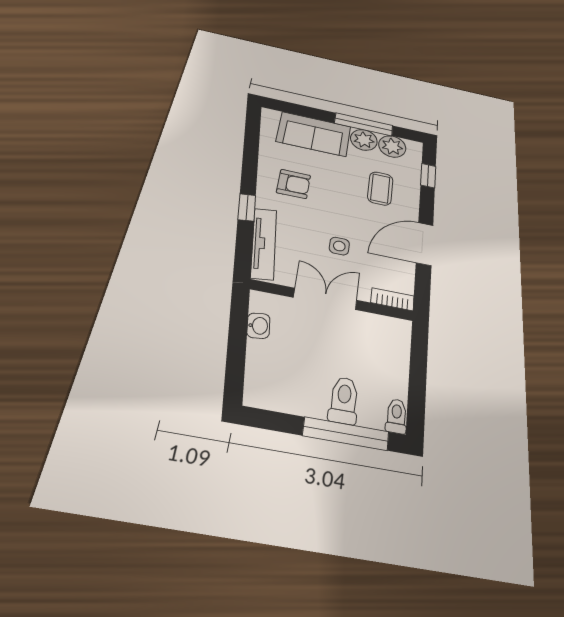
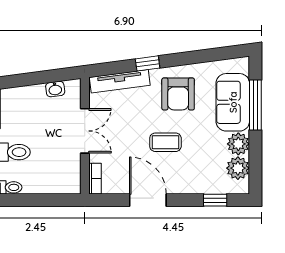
window: (364, 124) -> (255, 105), moved
armchair: (294, 184) -> (178, 94), width x1.38, depth x1.38
coffee table: (380, 188) -> (165, 142), moved
side table: (339, 246) -> (130, 136), removed

